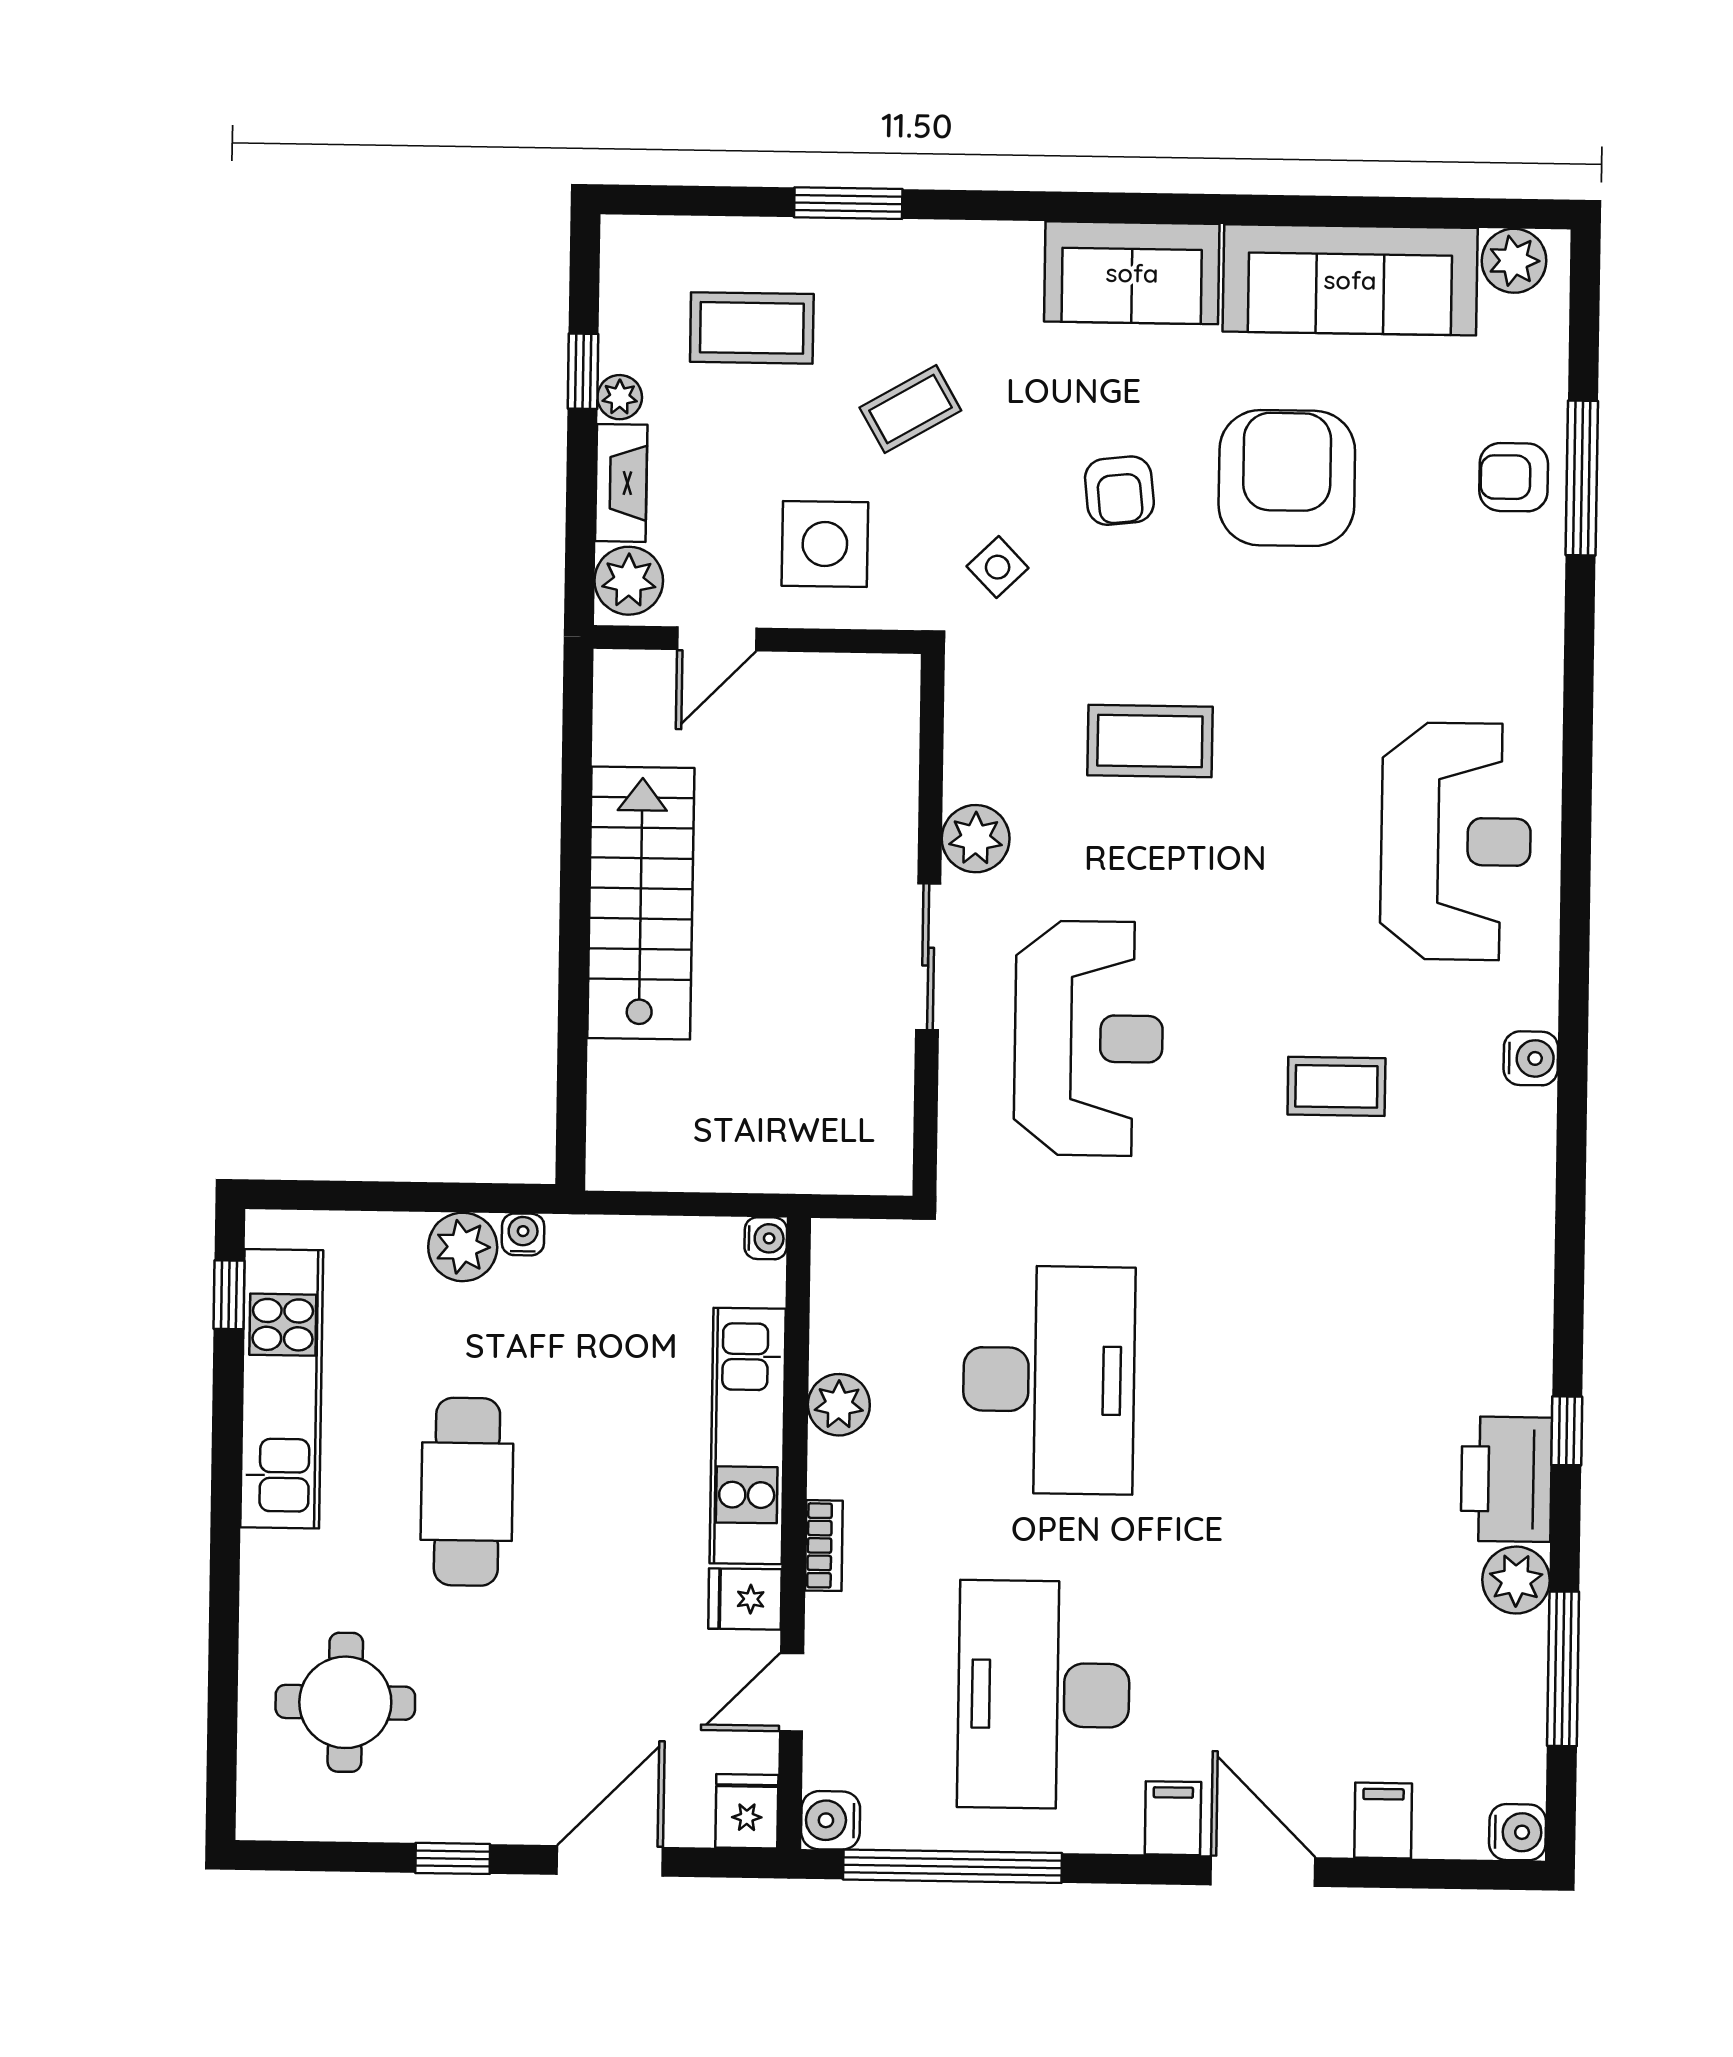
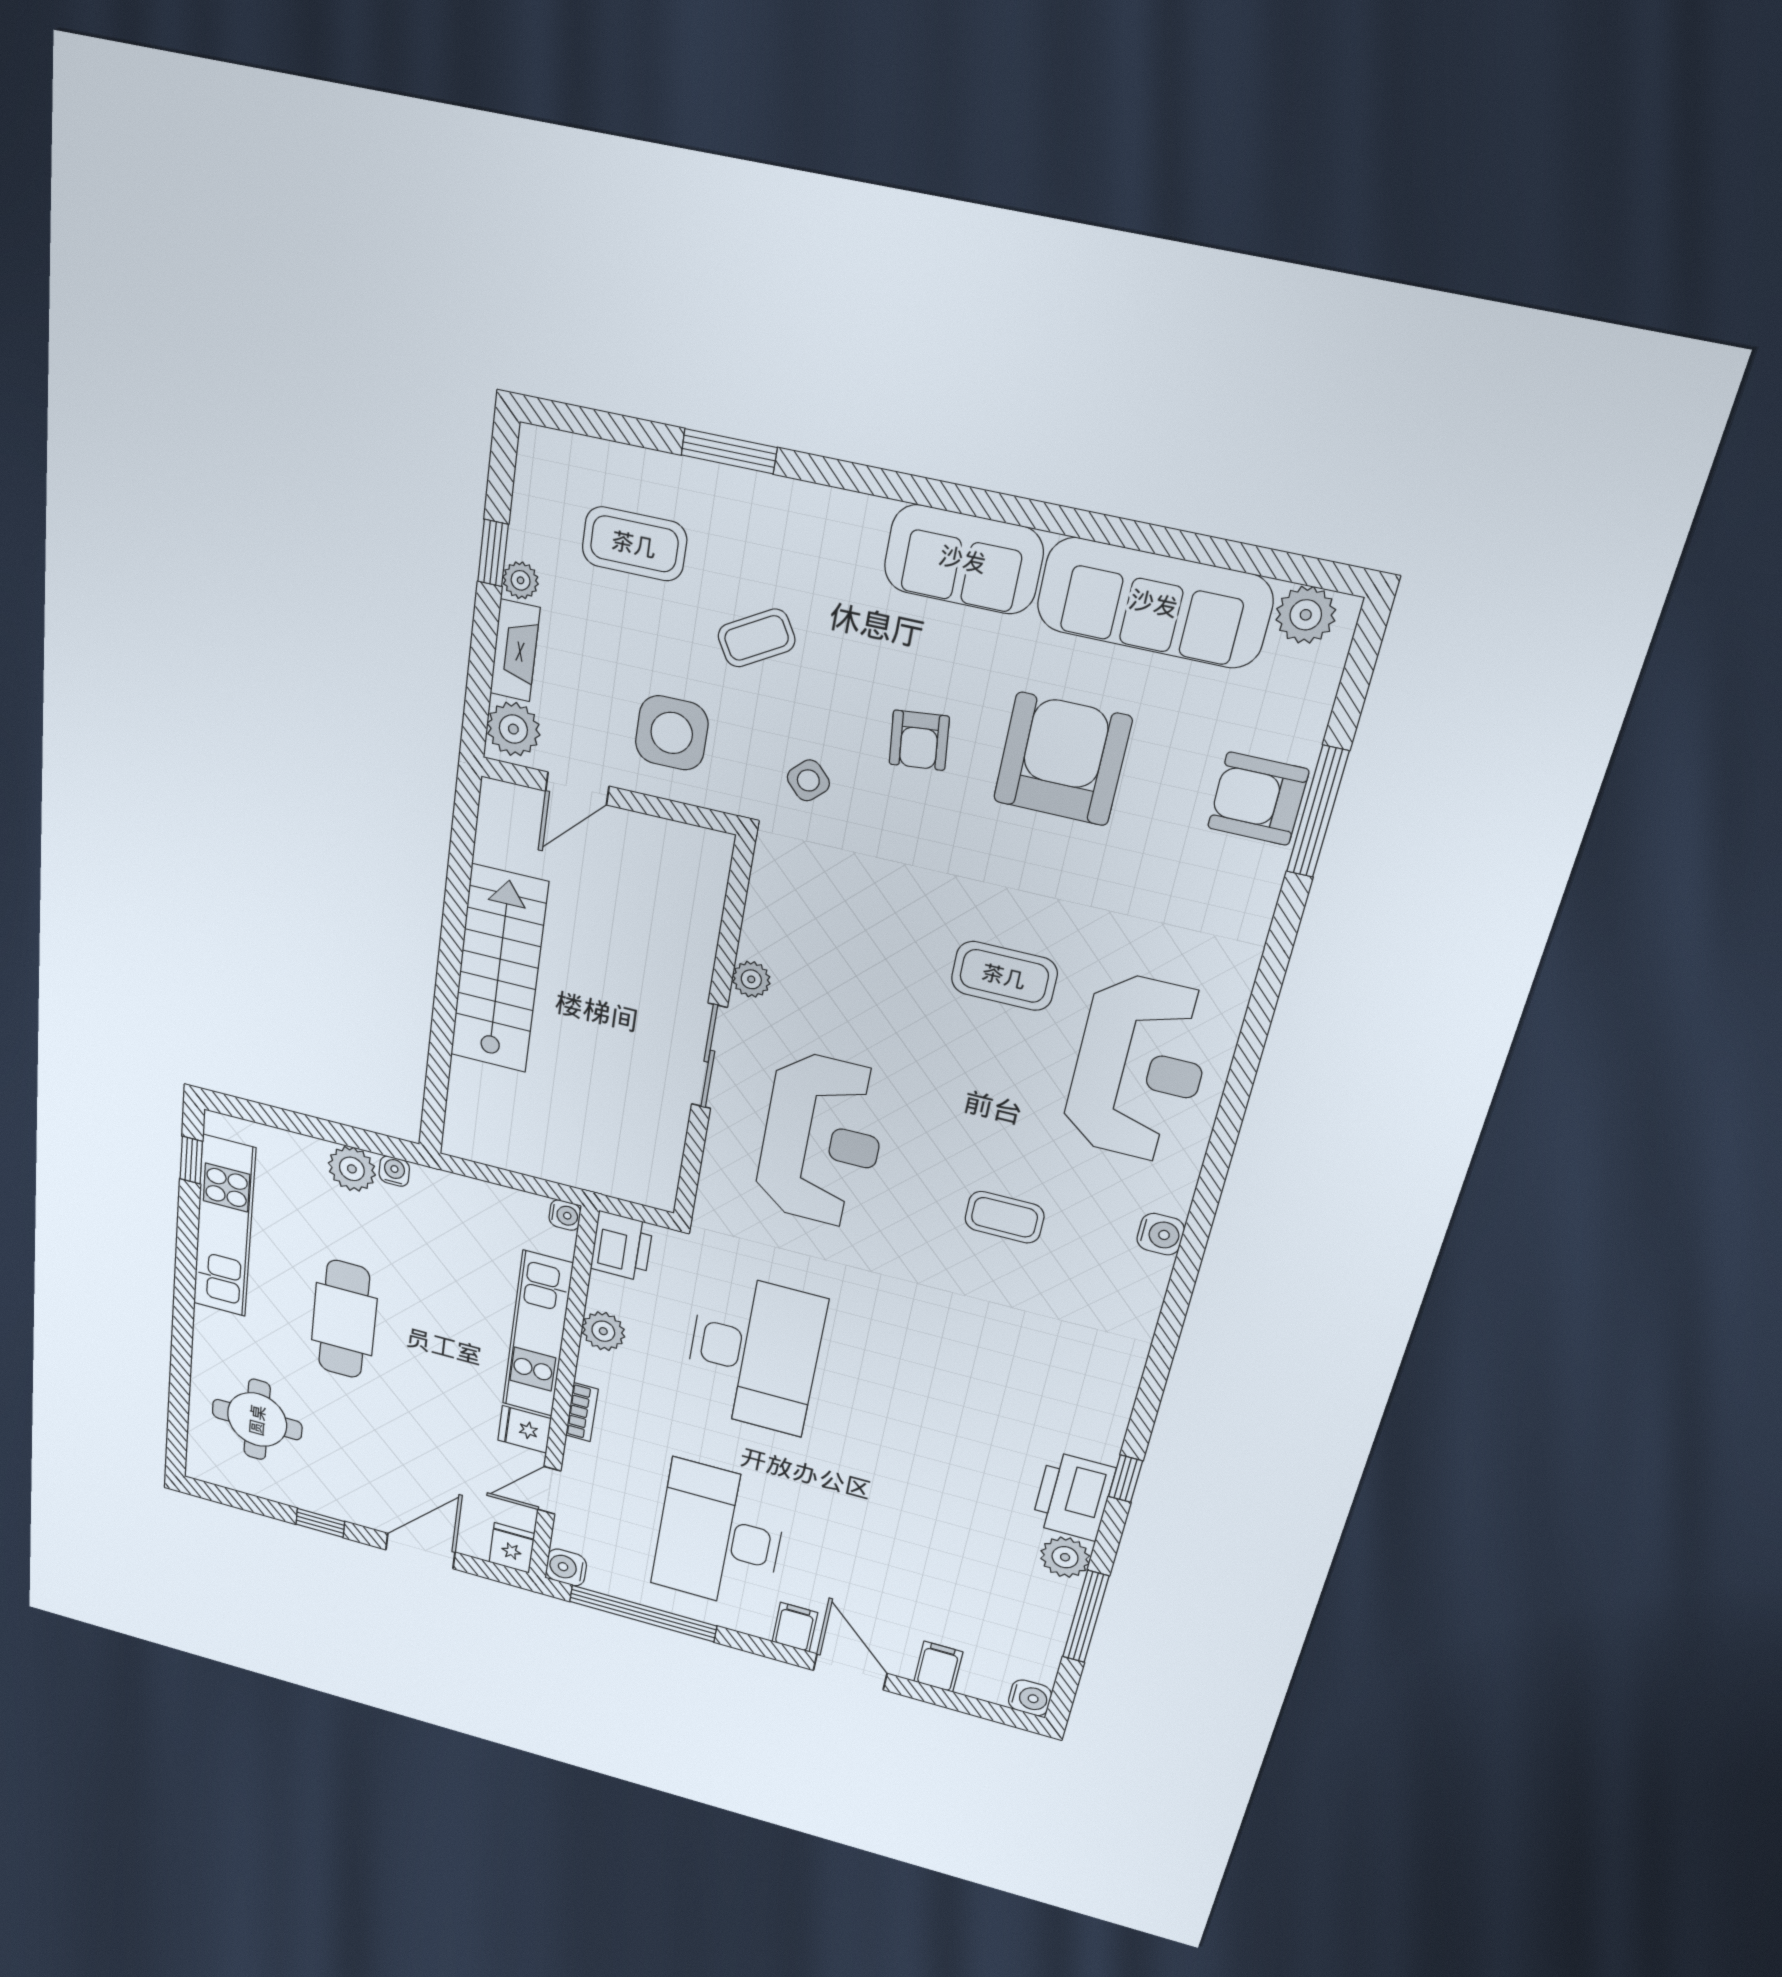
armchair: (1514, 477) -> (1258, 799), width x1.38, depth x1.38
coffee table: (1150, 741) -> (1004, 976), moved
plant: (976, 839) -> (751, 979), width x0.73, depth x0.73
printer: (848, 1265) -> (622, 1246), added

